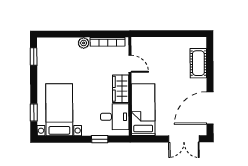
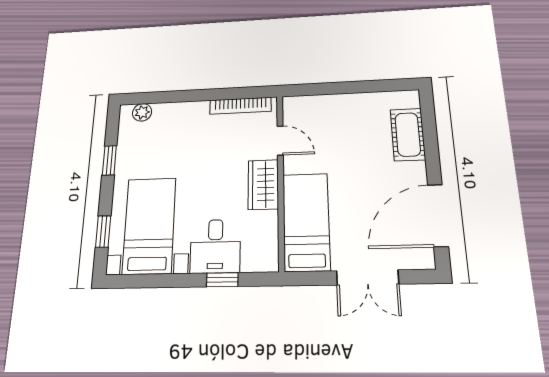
plant: (84, 43) -> (142, 112), moved
window: (34, 56) -> (109, 160), moved
desk: (115, 117) -> (215, 246), moved, turned 90
double door: (184, 139) -> (367, 277), moved

